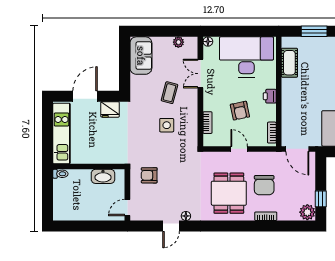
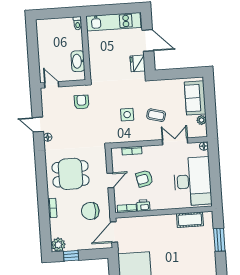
sofa: (141, 56) -> (195, 98), moved, turned 90
printer: (270, 96) -> (143, 205), moved
chair: (264, 185) -> (90, 211), moved

